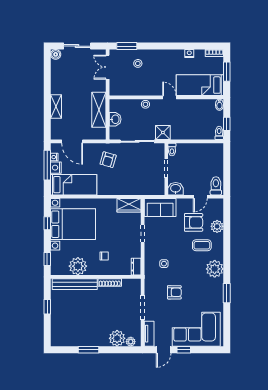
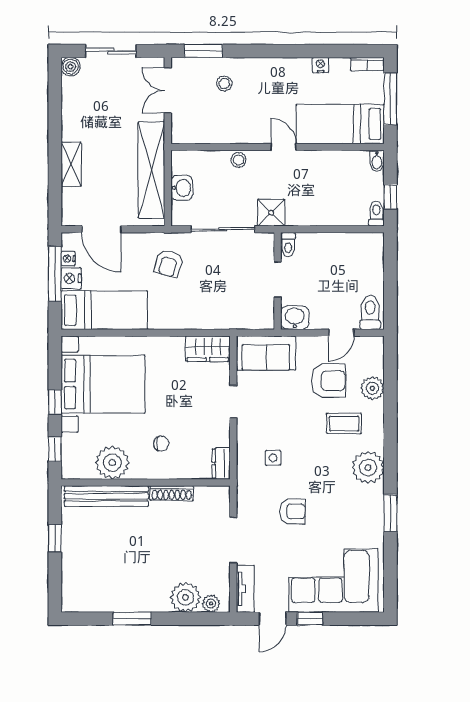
window: (227, 72) -> (390, 99), width x1.44
shelving: (99, 110) -> (151, 170), width x1.47
window: (47, 223) -> (55, 402), moved

